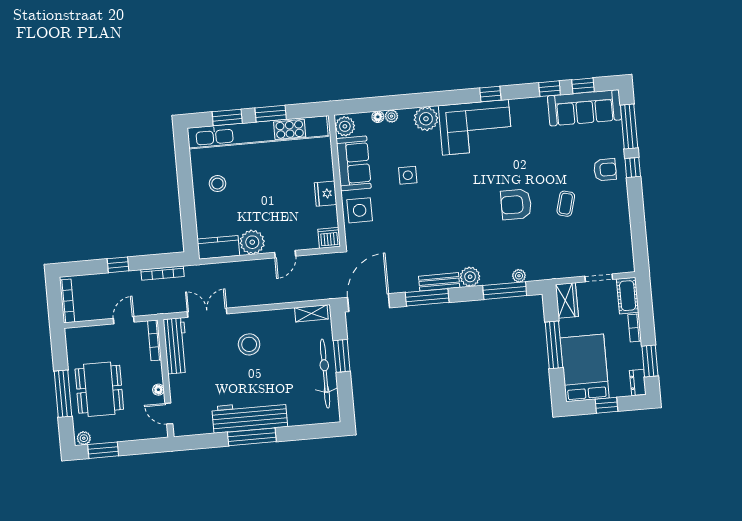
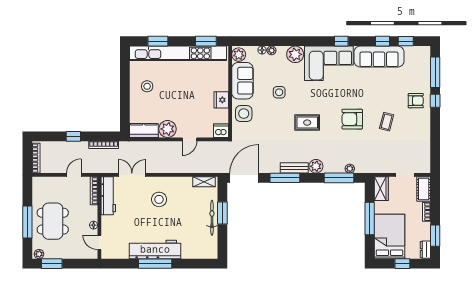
sofa: (584, 108) -> (379, 57), moved
window: (271, 114) -> (206, 41), moved
rug: (452, 215) -> (307, 123), added
bicycle: (325, 374) -> (212, 218), width x0.73, depth x0.71

